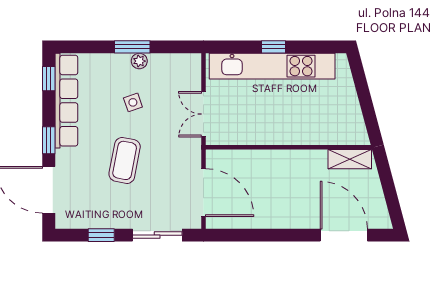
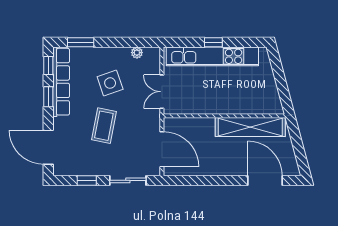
window: (132, 47) -> (81, 42), moved
plant: (139, 61) -> (137, 53), moved
side table: (133, 102) -> (110, 83), width x1.87, depth x1.87
window: (49, 140) -> (48, 97), moved
shelving: (350, 159) -> (250, 127), width x2.20, depth x1.33

